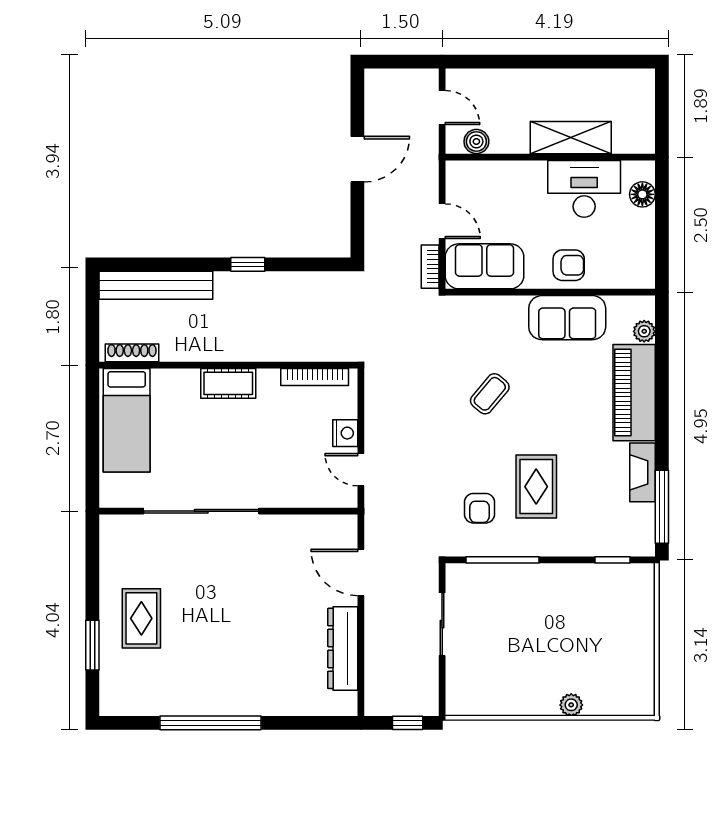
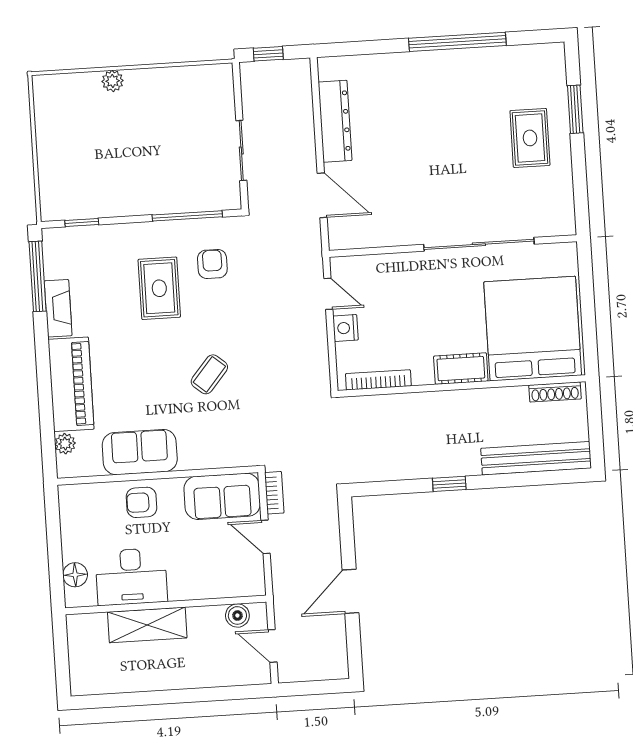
bed: (127, 420) -> (533, 329), width x2.04

